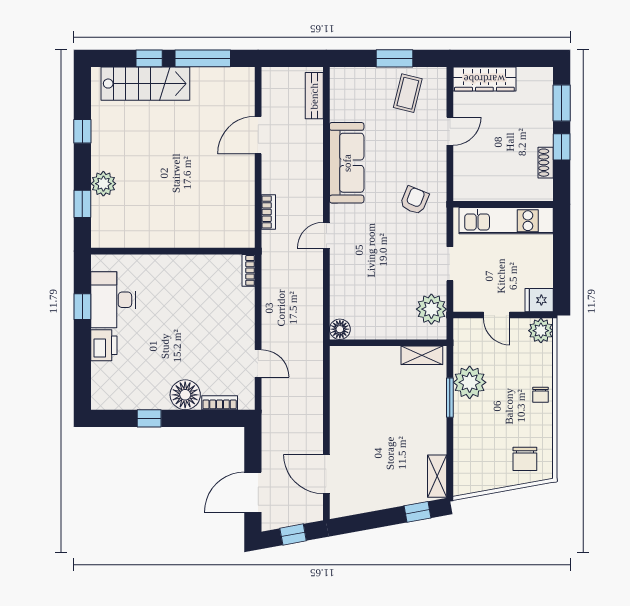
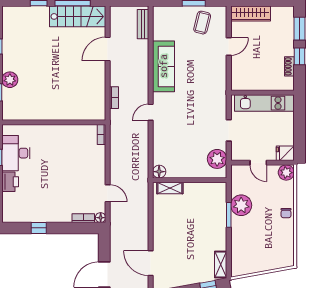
stairs: (145, 84) -> (78, 16), moved
armchair: (414, 200) -> (206, 90), removed
shelving: (422, 355) -> (170, 188), moved
floor lamp: (185, 395) -> (101, 218), moved, width x0.53, depth x0.53
chair: (525, 459) -> (276, 254), removed

